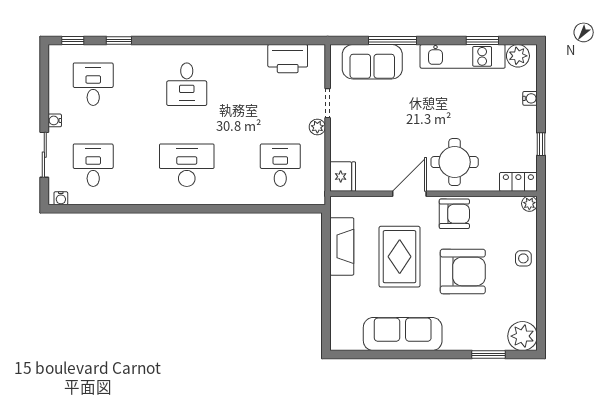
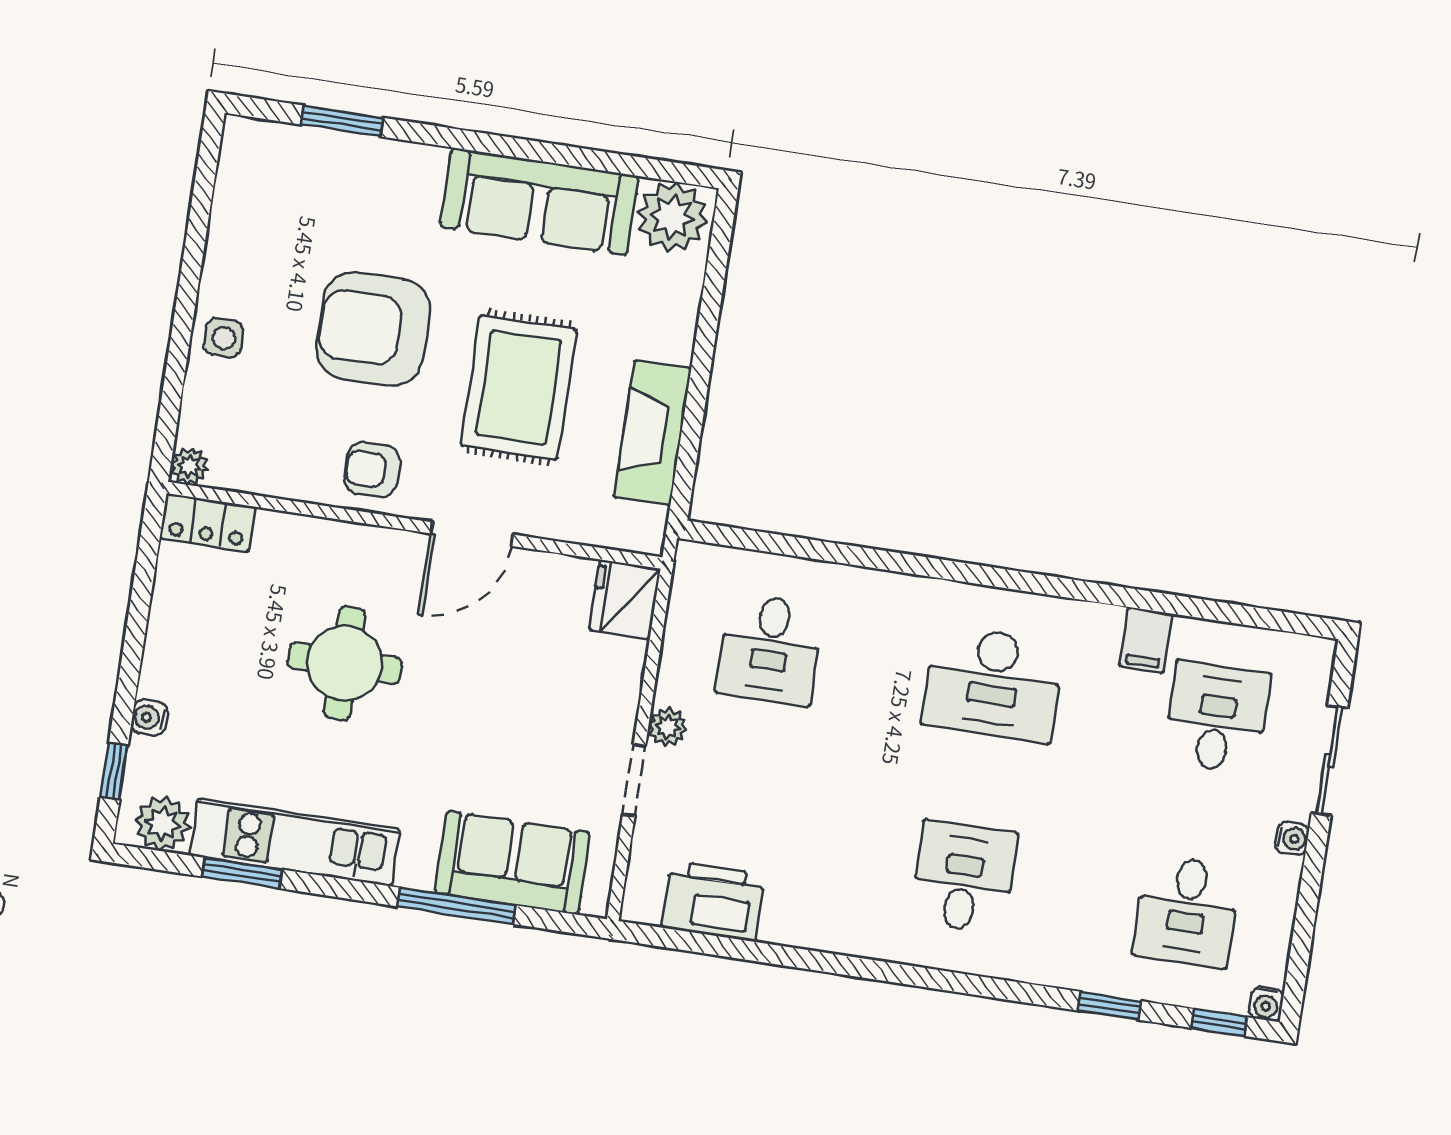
window: (541, 144) -> (114, 771), moved
round table: (455, 162) -> (345, 663), moved
desk: (93, 165) -> (1216, 718), turned 180
filing cabinet: (127, 192) -> (1146, 640), added
water cooler: (61, 198) -> (1266, 1004), moved, turned 180
armchair: (454, 214) -> (372, 470), width x0.72, depth x0.72
plant: (522, 336) -> (672, 217), moved

